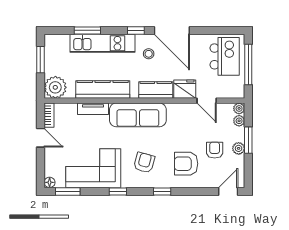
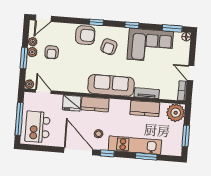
kitchen counter: (103, 90) -> (145, 109), width x0.67
door: (207, 101) -> (43, 92), moved
plant: (239, 121) -> (33, 42), moved
armchair: (186, 164) -> (85, 35), moved

